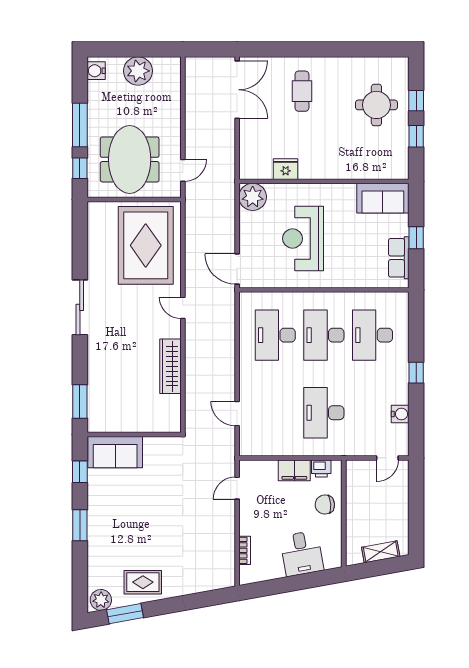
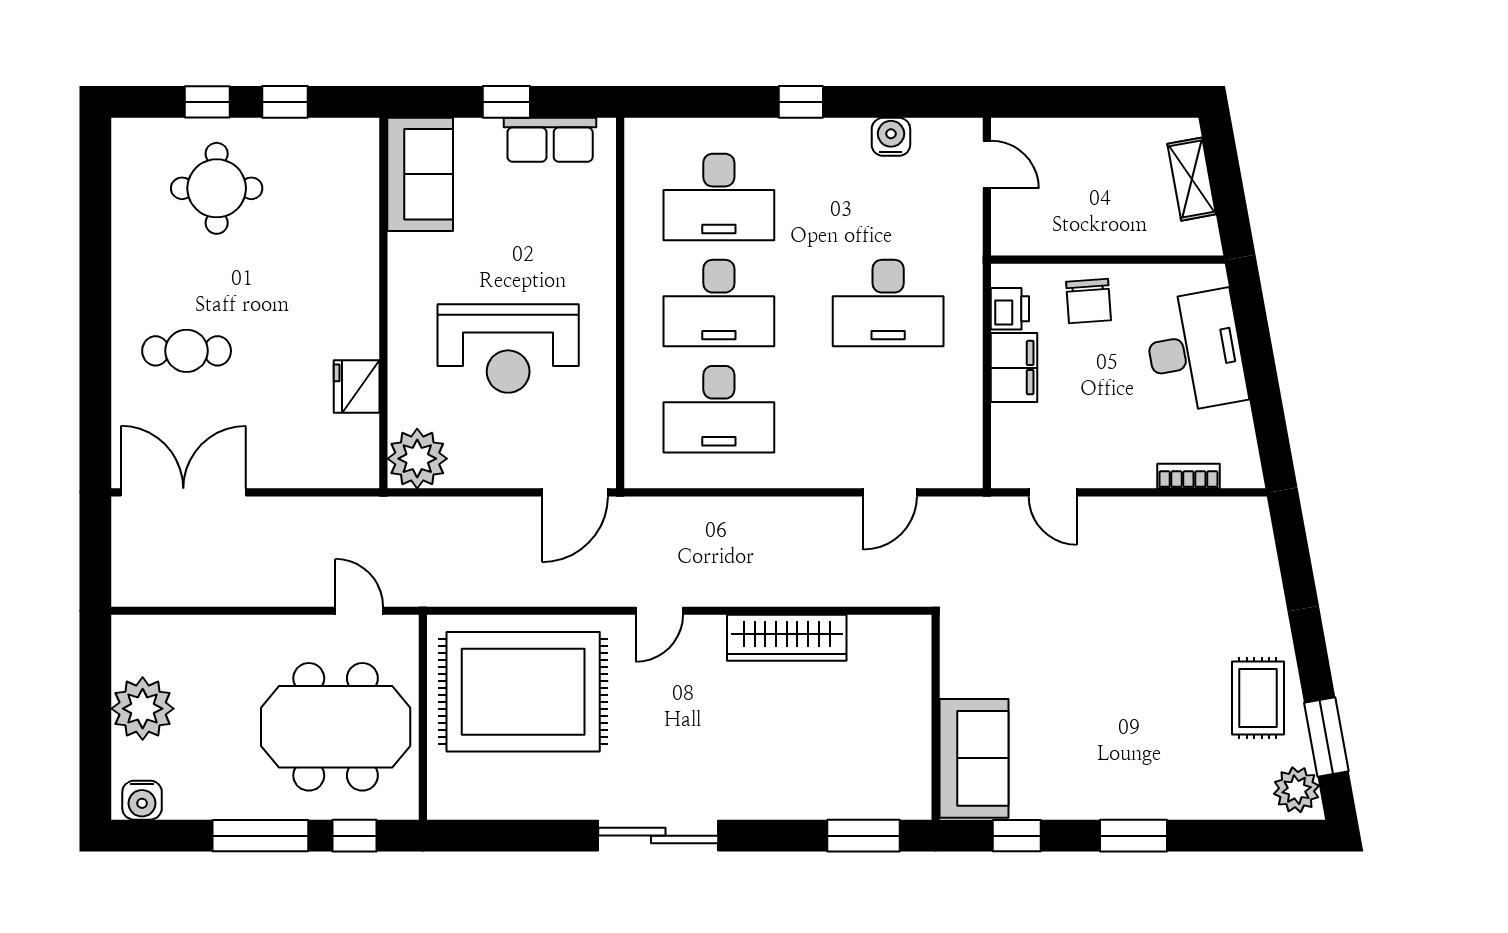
desk: (302, 553) -> (1195, 351), width x1.37

